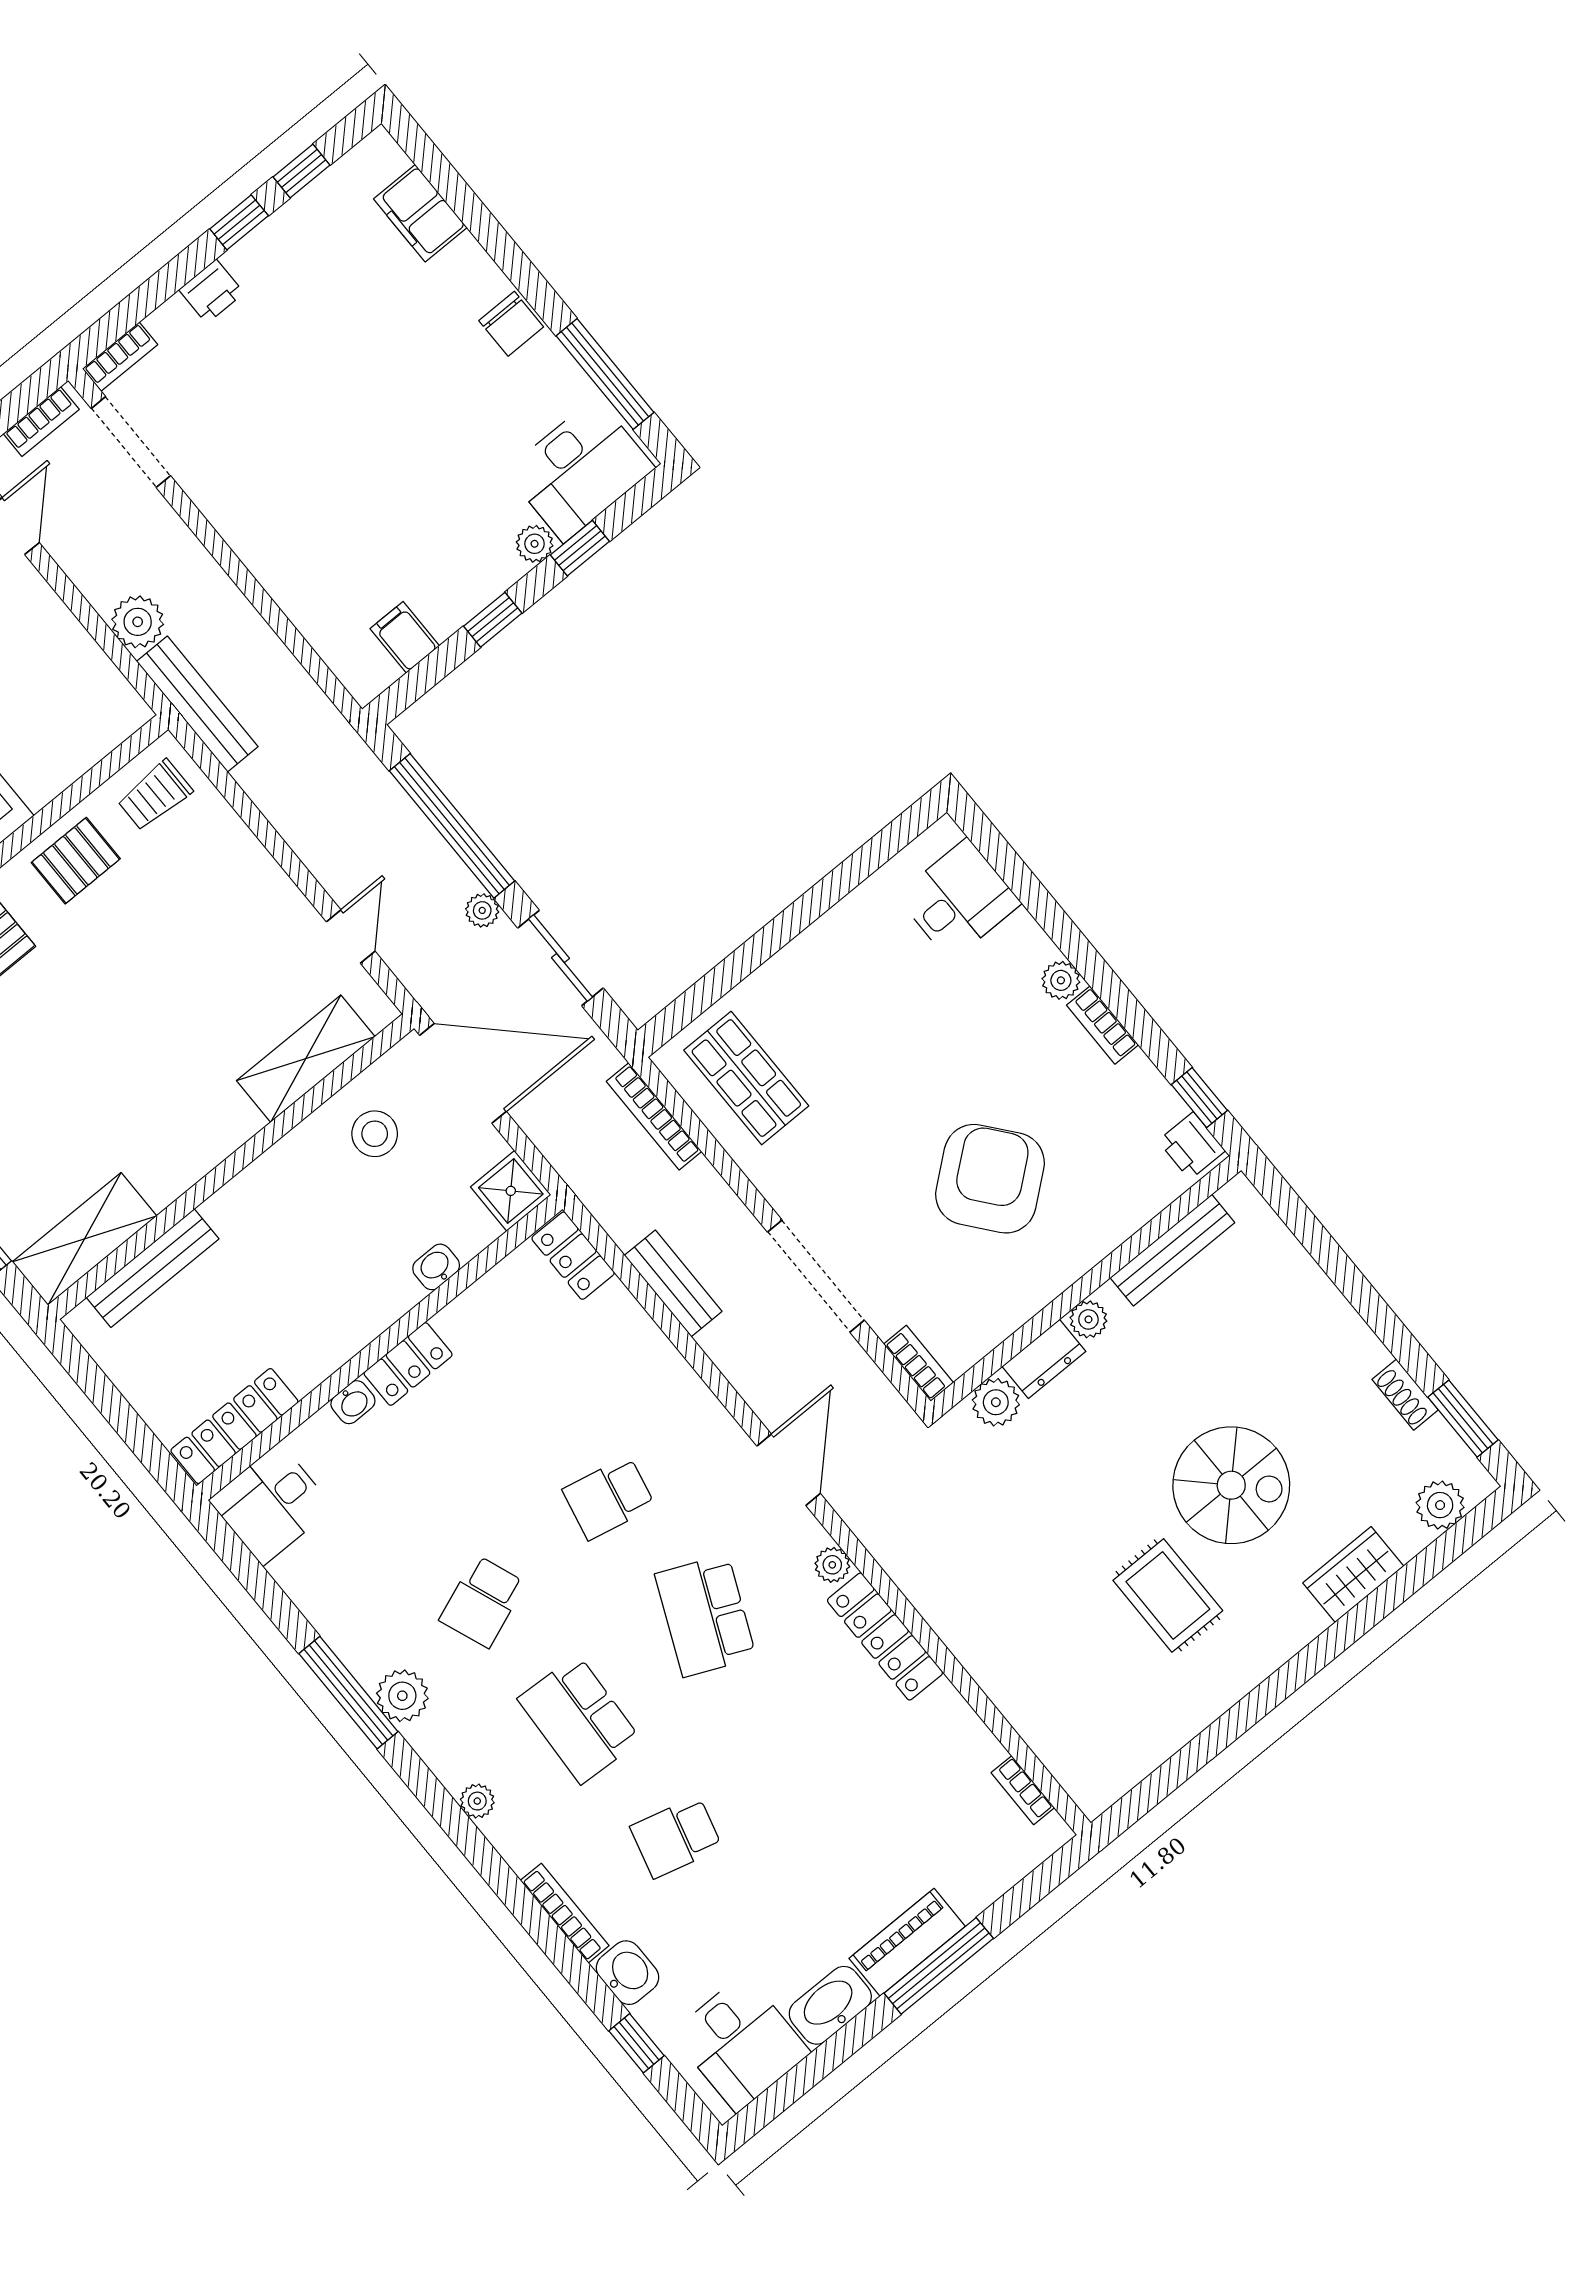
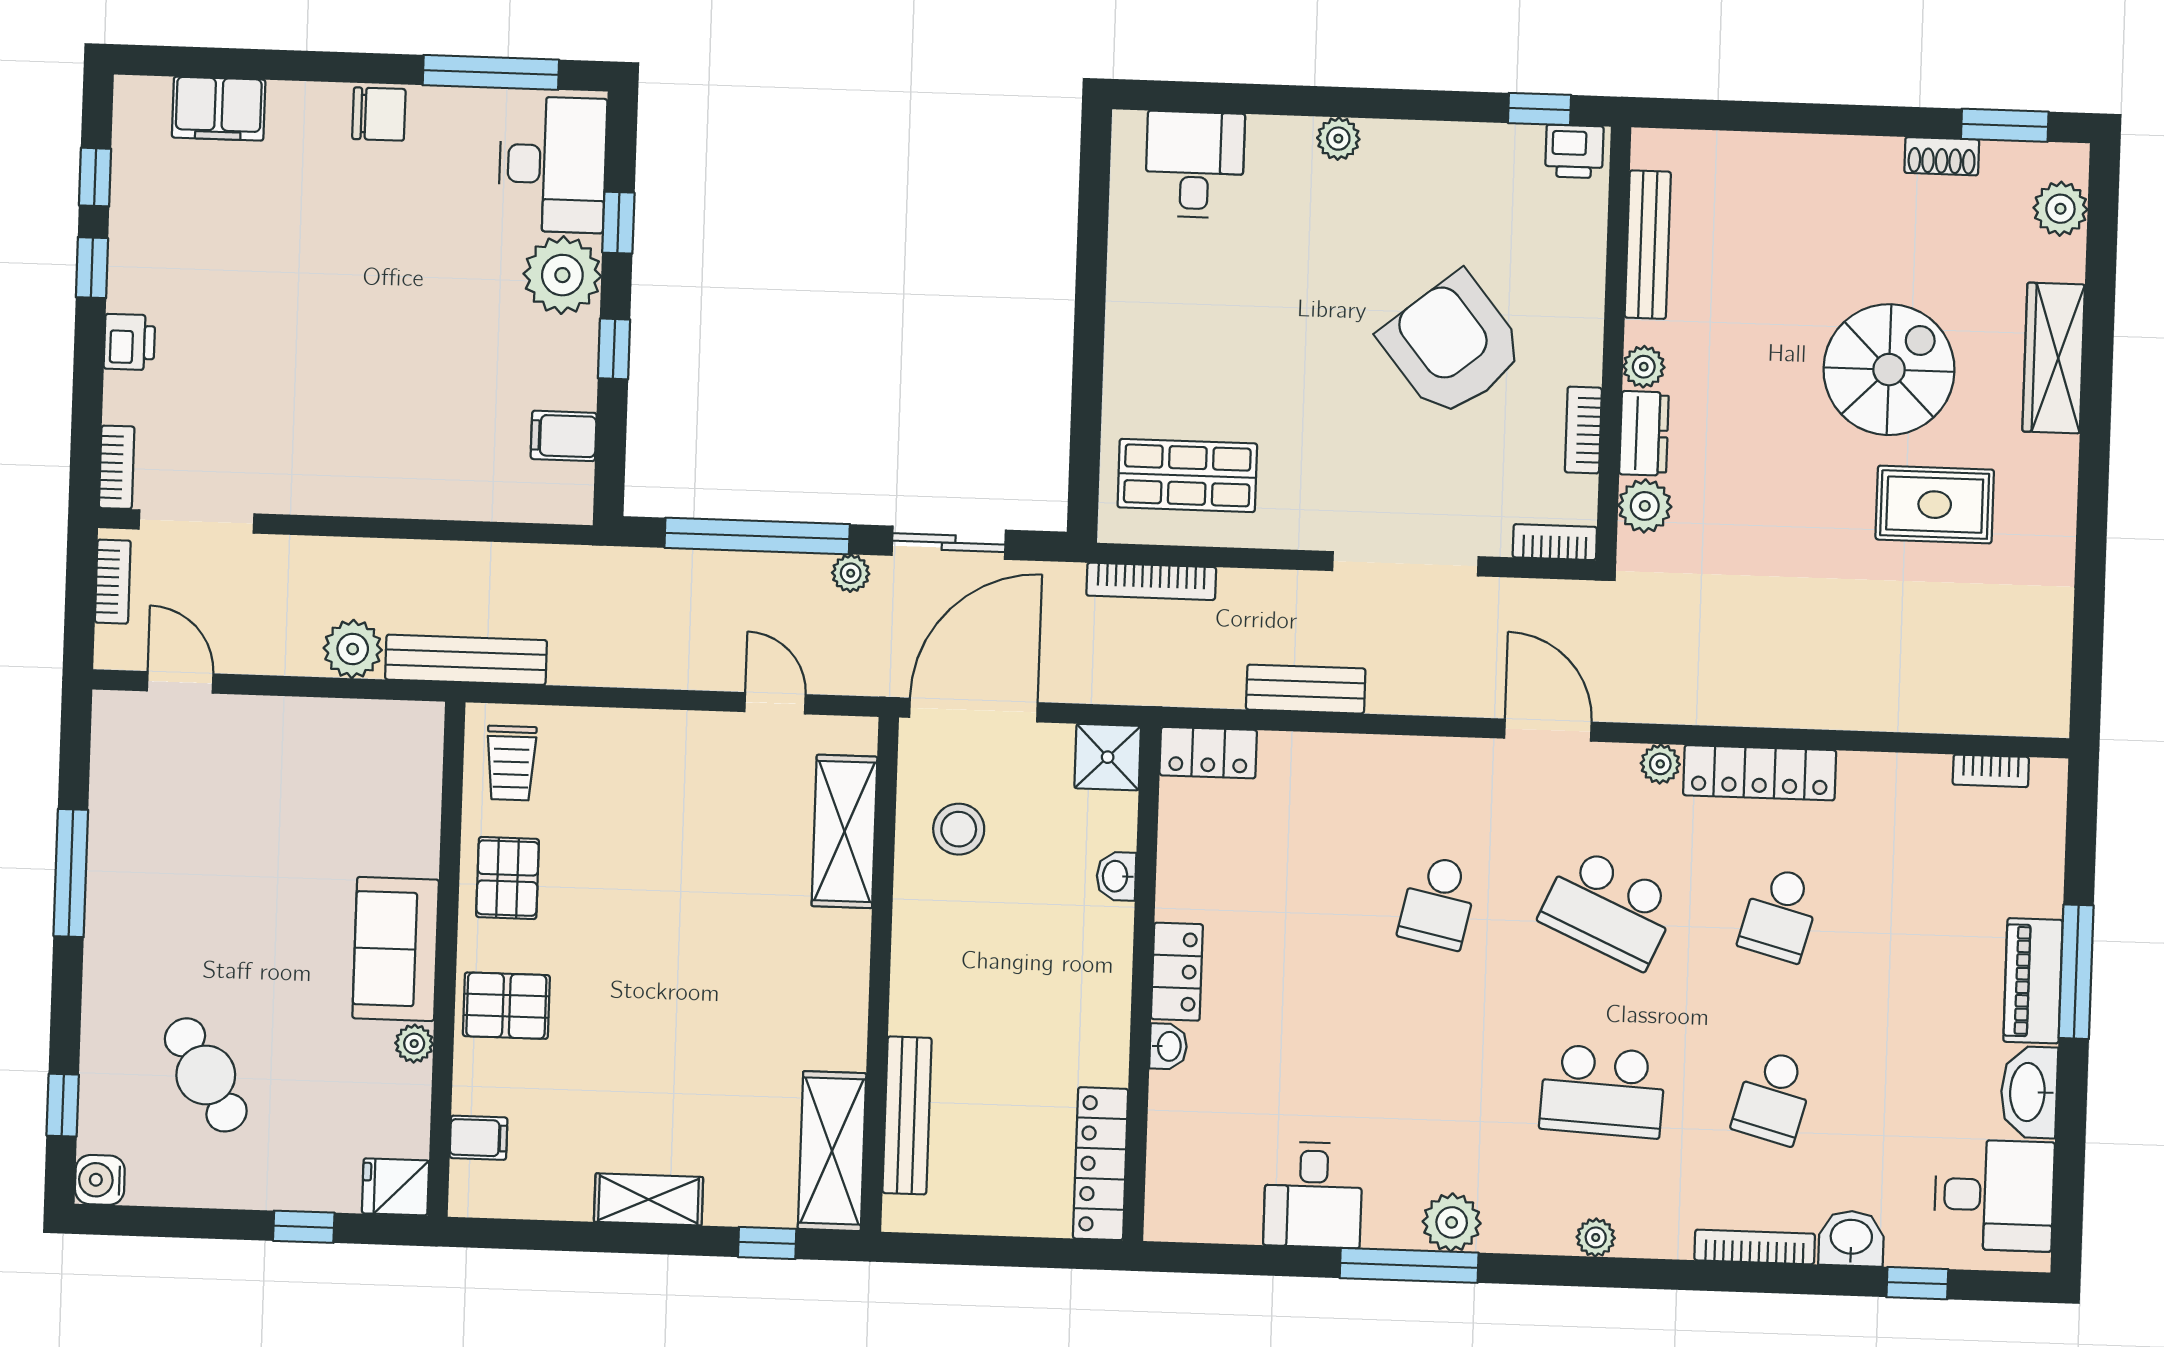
plant: (535, 544) -> (562, 275), width x1.88, depth x1.88
bookcase: (1103, 1025) -> (1583, 430), moved, turned 90
desk: (271, 1504) -> (1313, 1195), moved
wardrobe: (1353, 1575) -> (2054, 358), width x1.50
school desk: (482, 1602) -> (1780, 914), moved, turned 36

